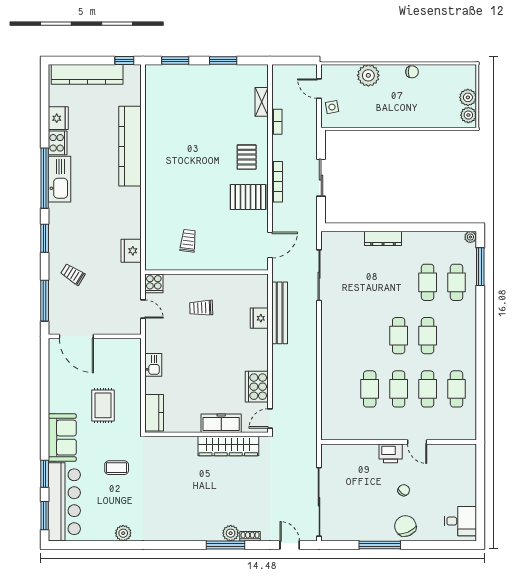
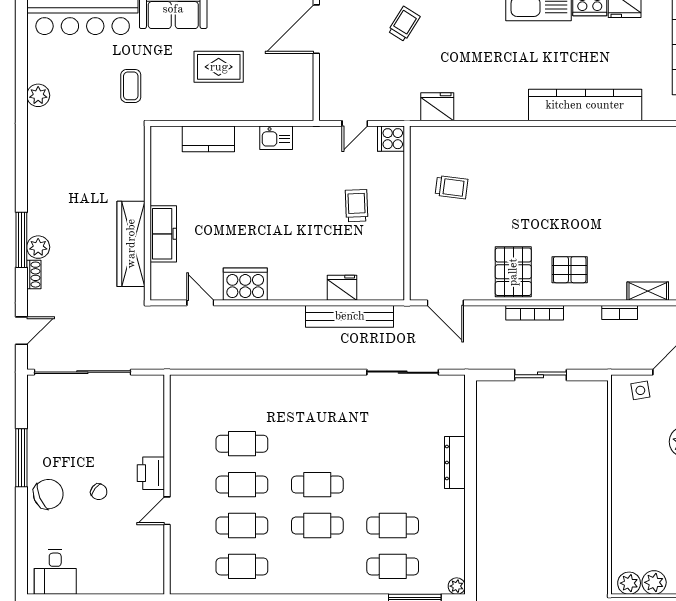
freezer: (221, 423) -> (163, 234), moved
wall: (207, 434) -> (148, 213), moved
wardrobe: (228, 446) -> (131, 244), moved

